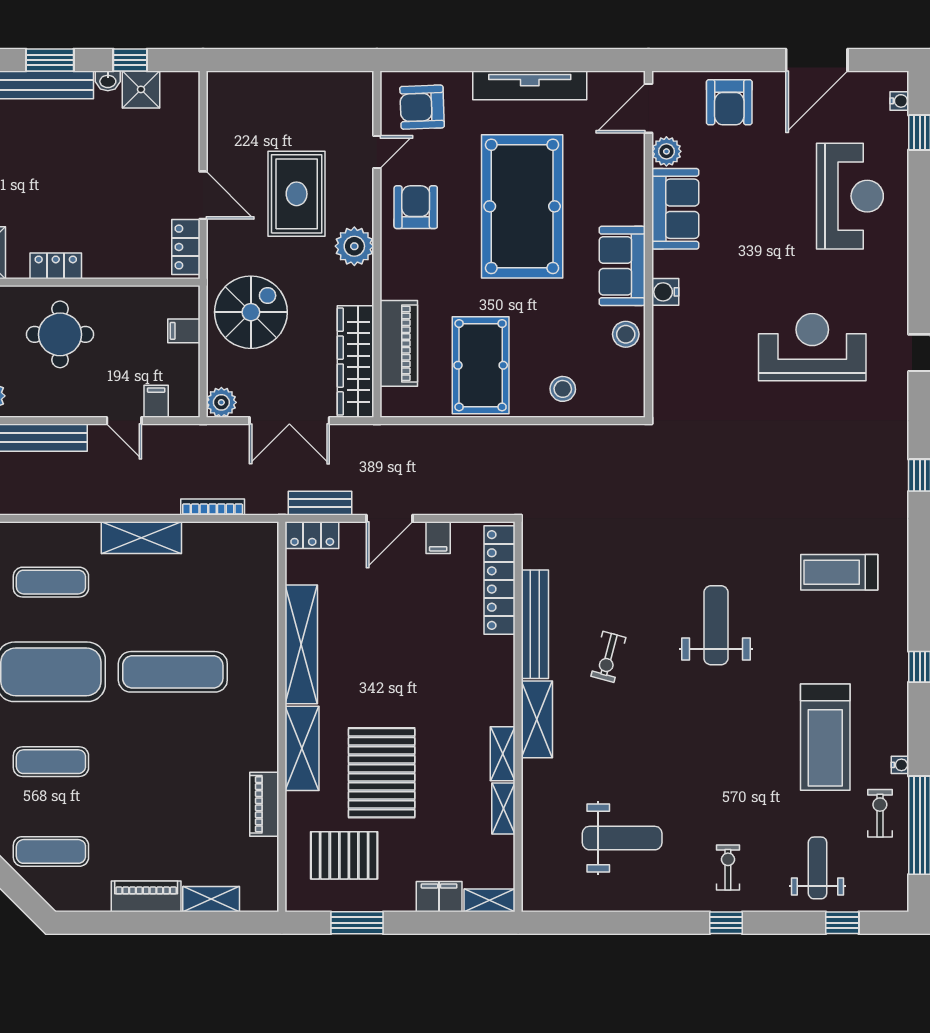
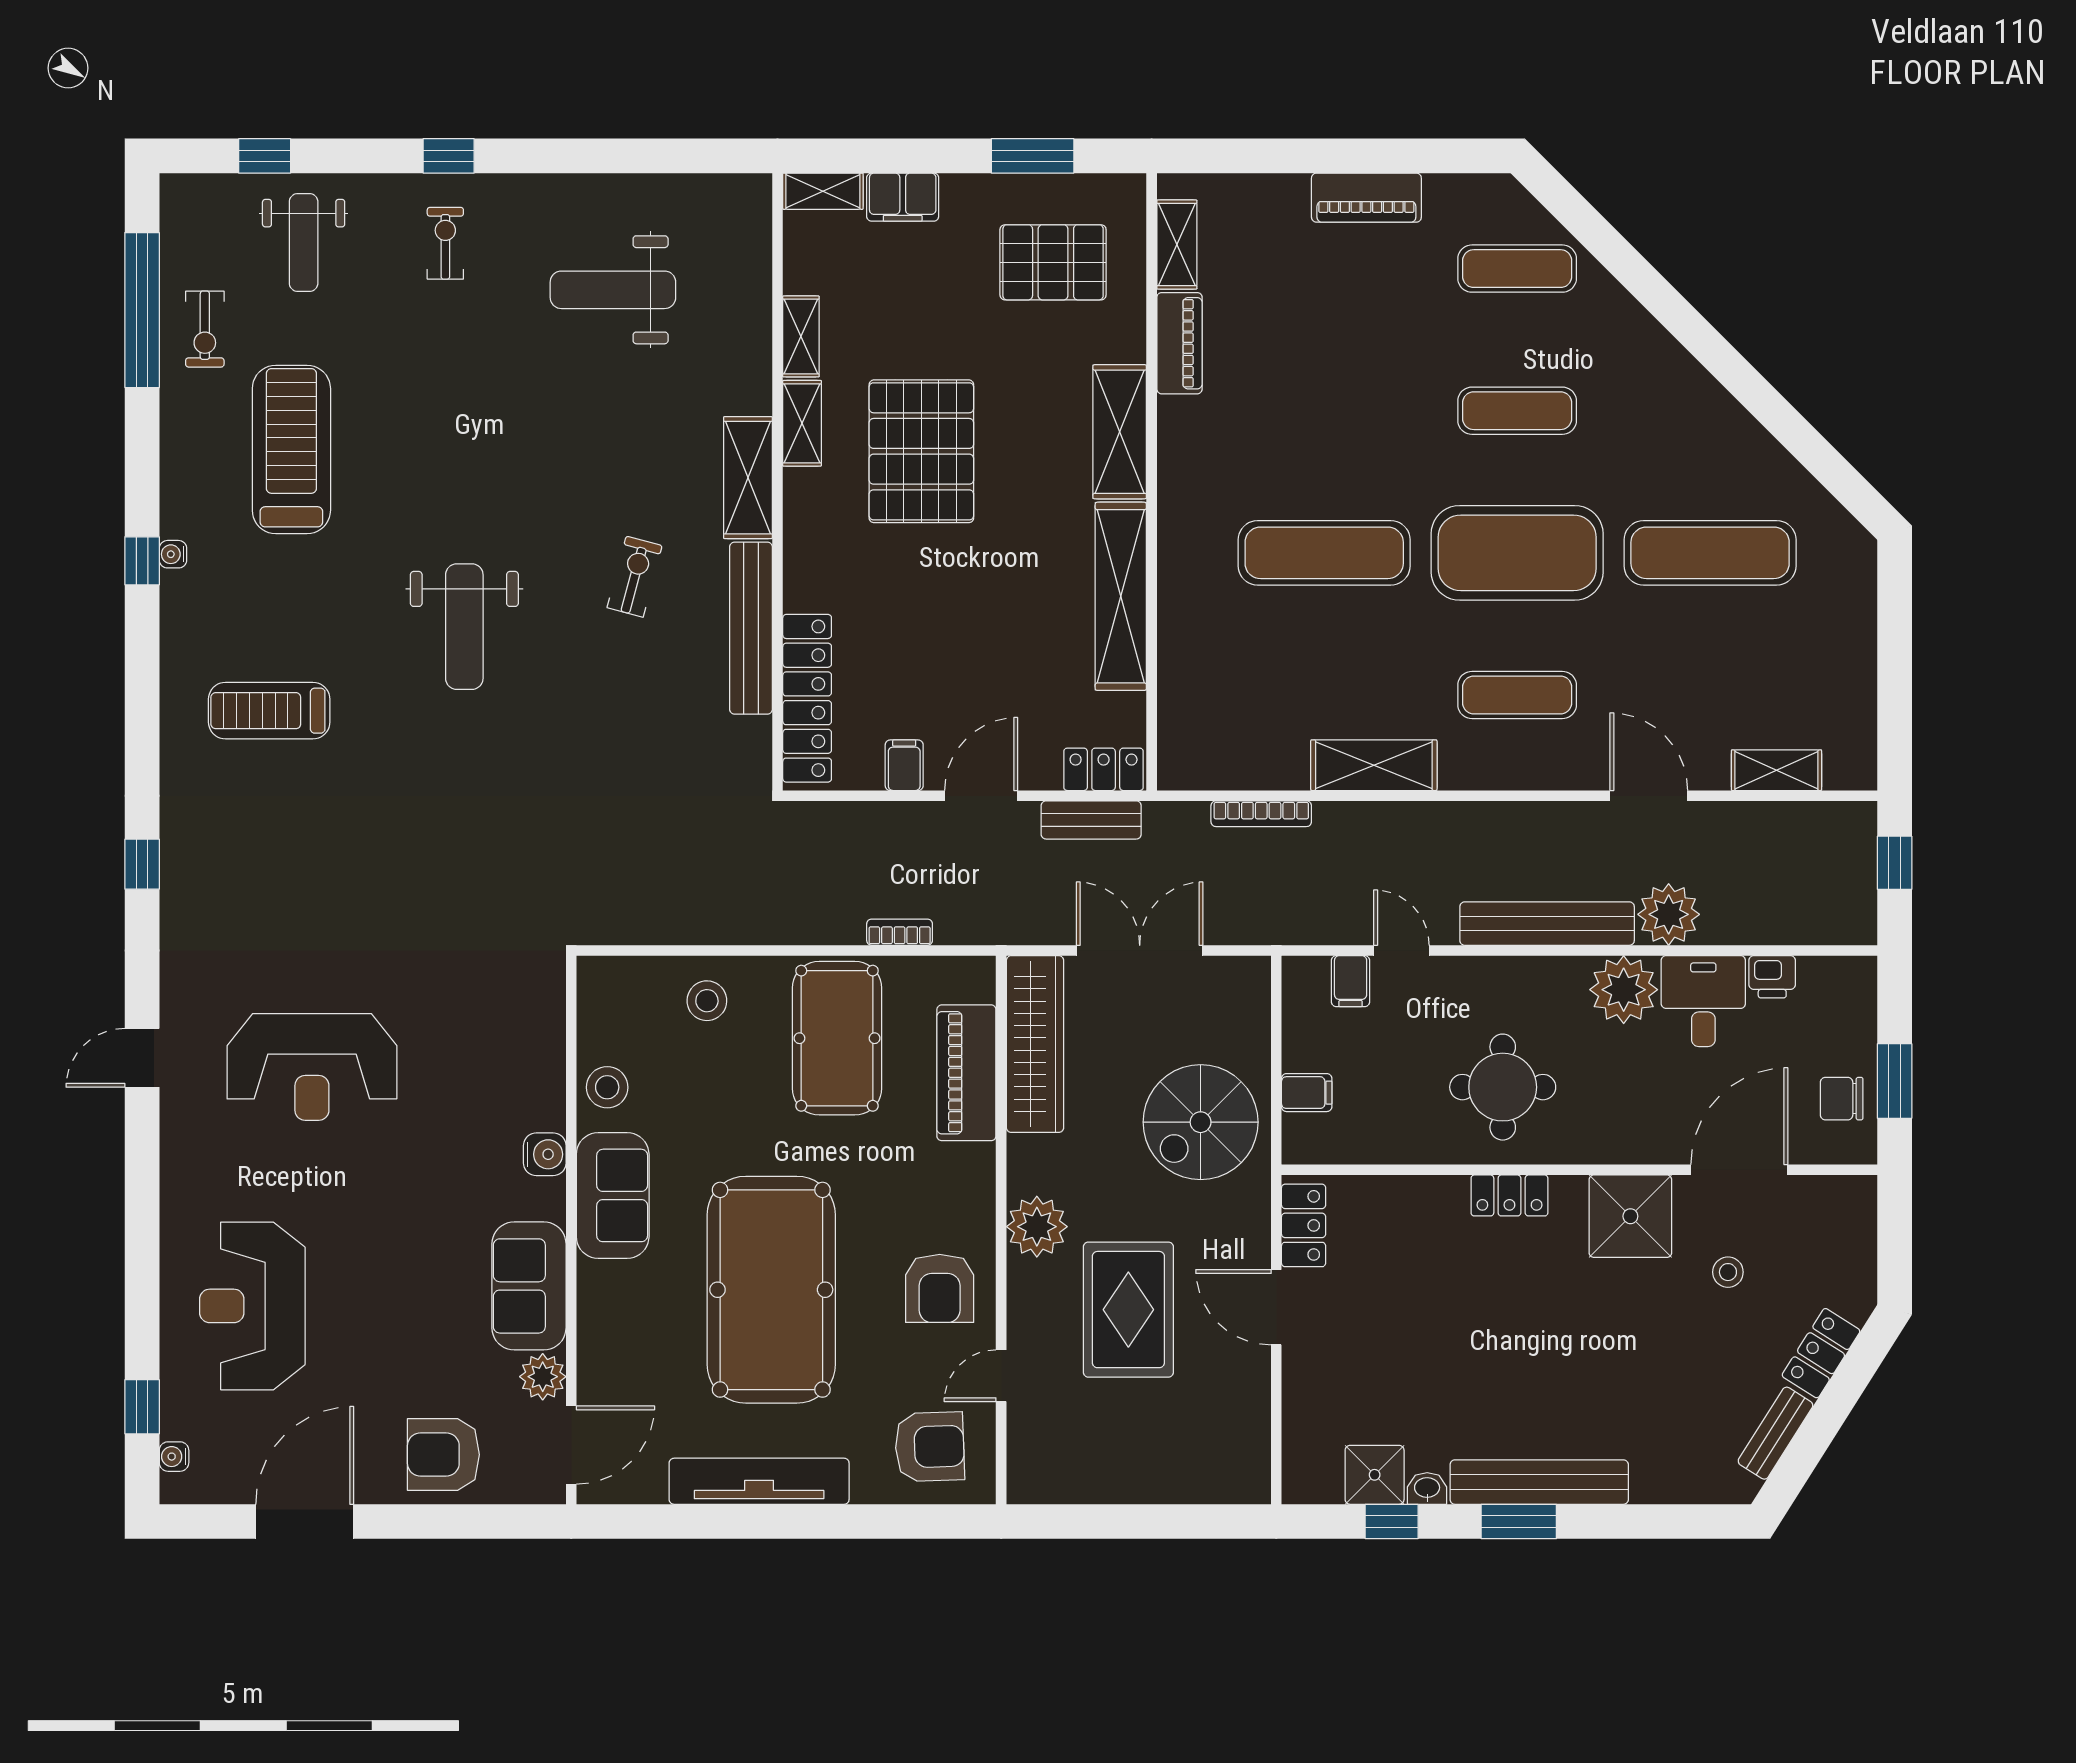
armchair: (729, 102) -> (443, 1455), turned -90
plant: (221, 402) -> (1247, 979), removed
bookcase: (441, 432) -> (900, 932), added
treadmill: (839, 572) -> (269, 711), turned 180
water cooler: (900, 765) -> (173, 554), moved
pallet: (382, 773) -> (921, 451), moved
exercise bike: (728, 867) -> (445, 243), turned 180
shelving: (211, 899) -> (1177, 245), moved, turned 90

